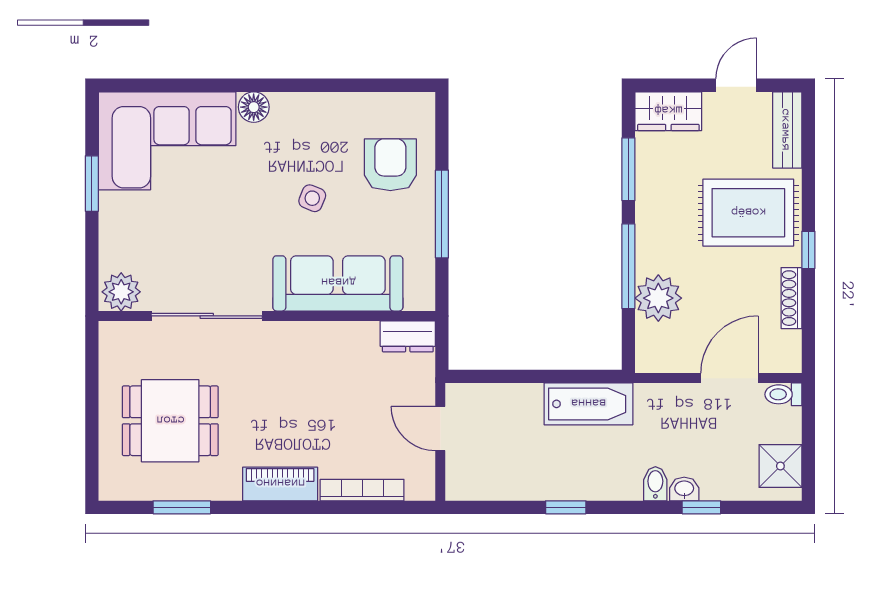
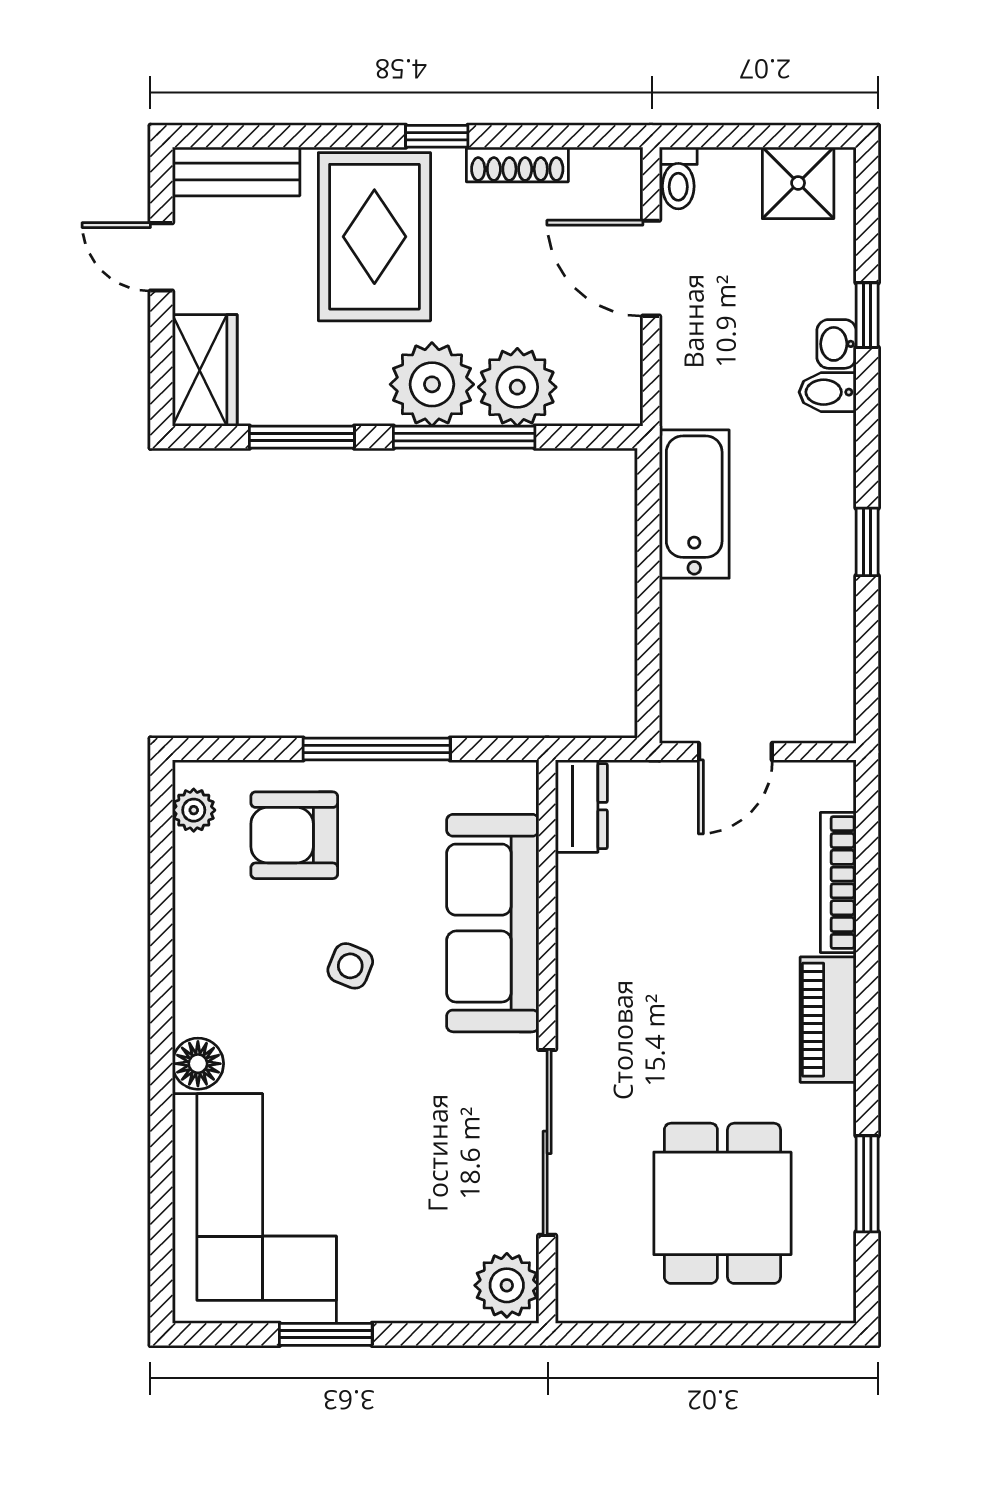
plant: (405, 105) -> (194, 810), added
plant: (660, 247) -> (432, 384), added

